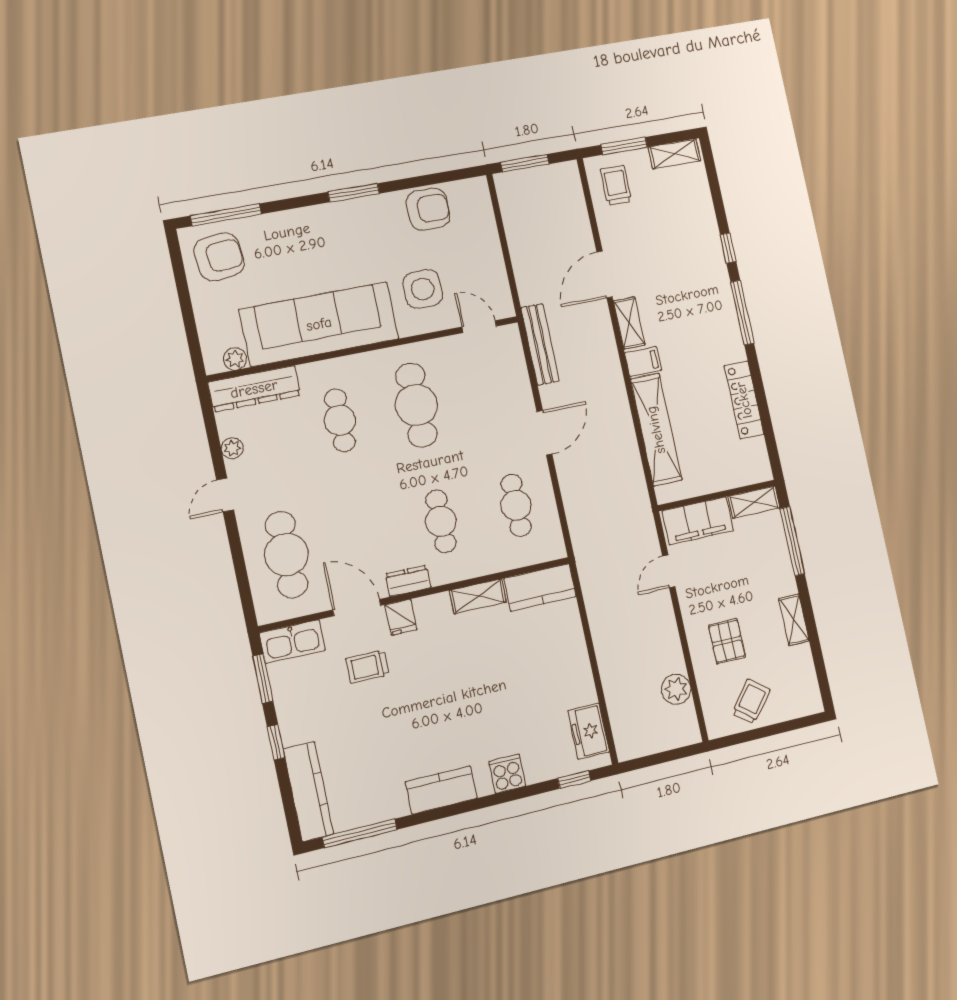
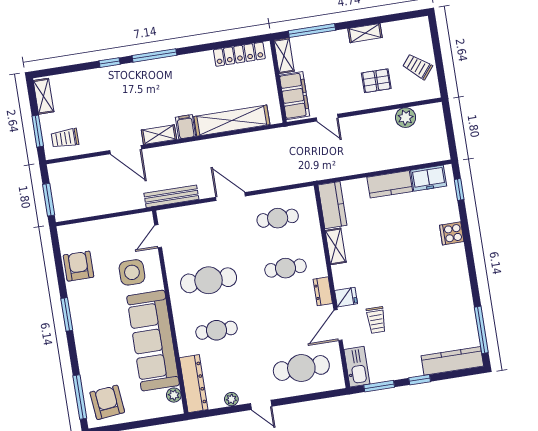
locker: (744, 400) -> (239, 54), moved
kitchen counter: (441, 790) -> (390, 184), moved, turned -90

